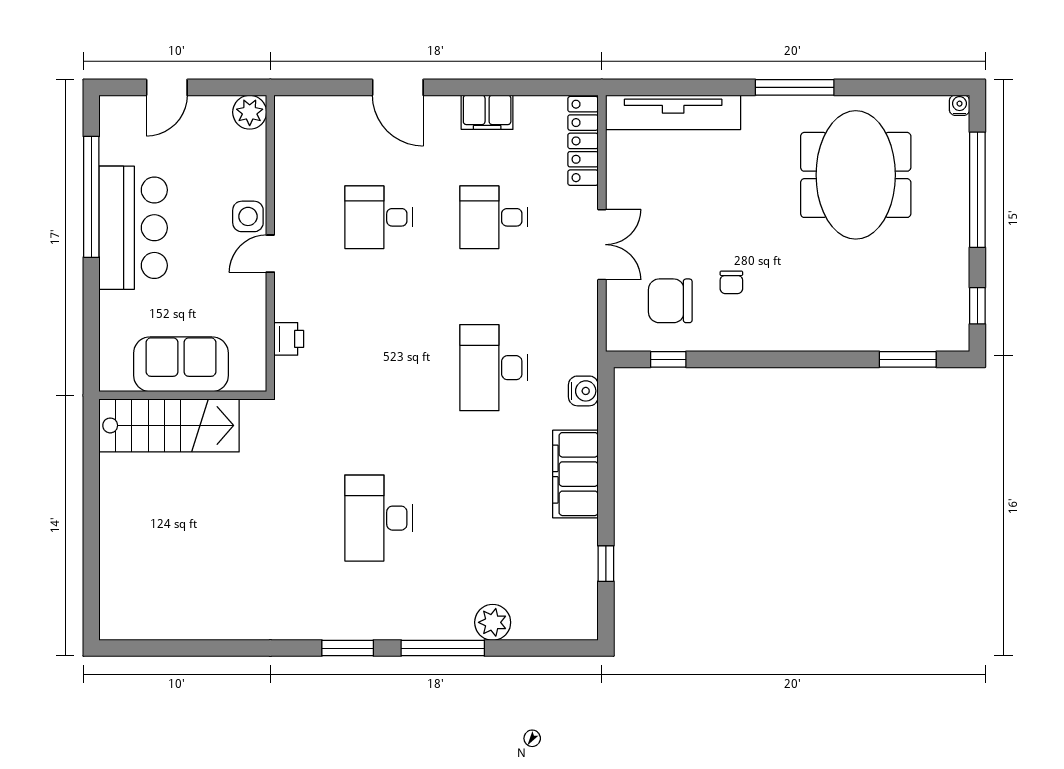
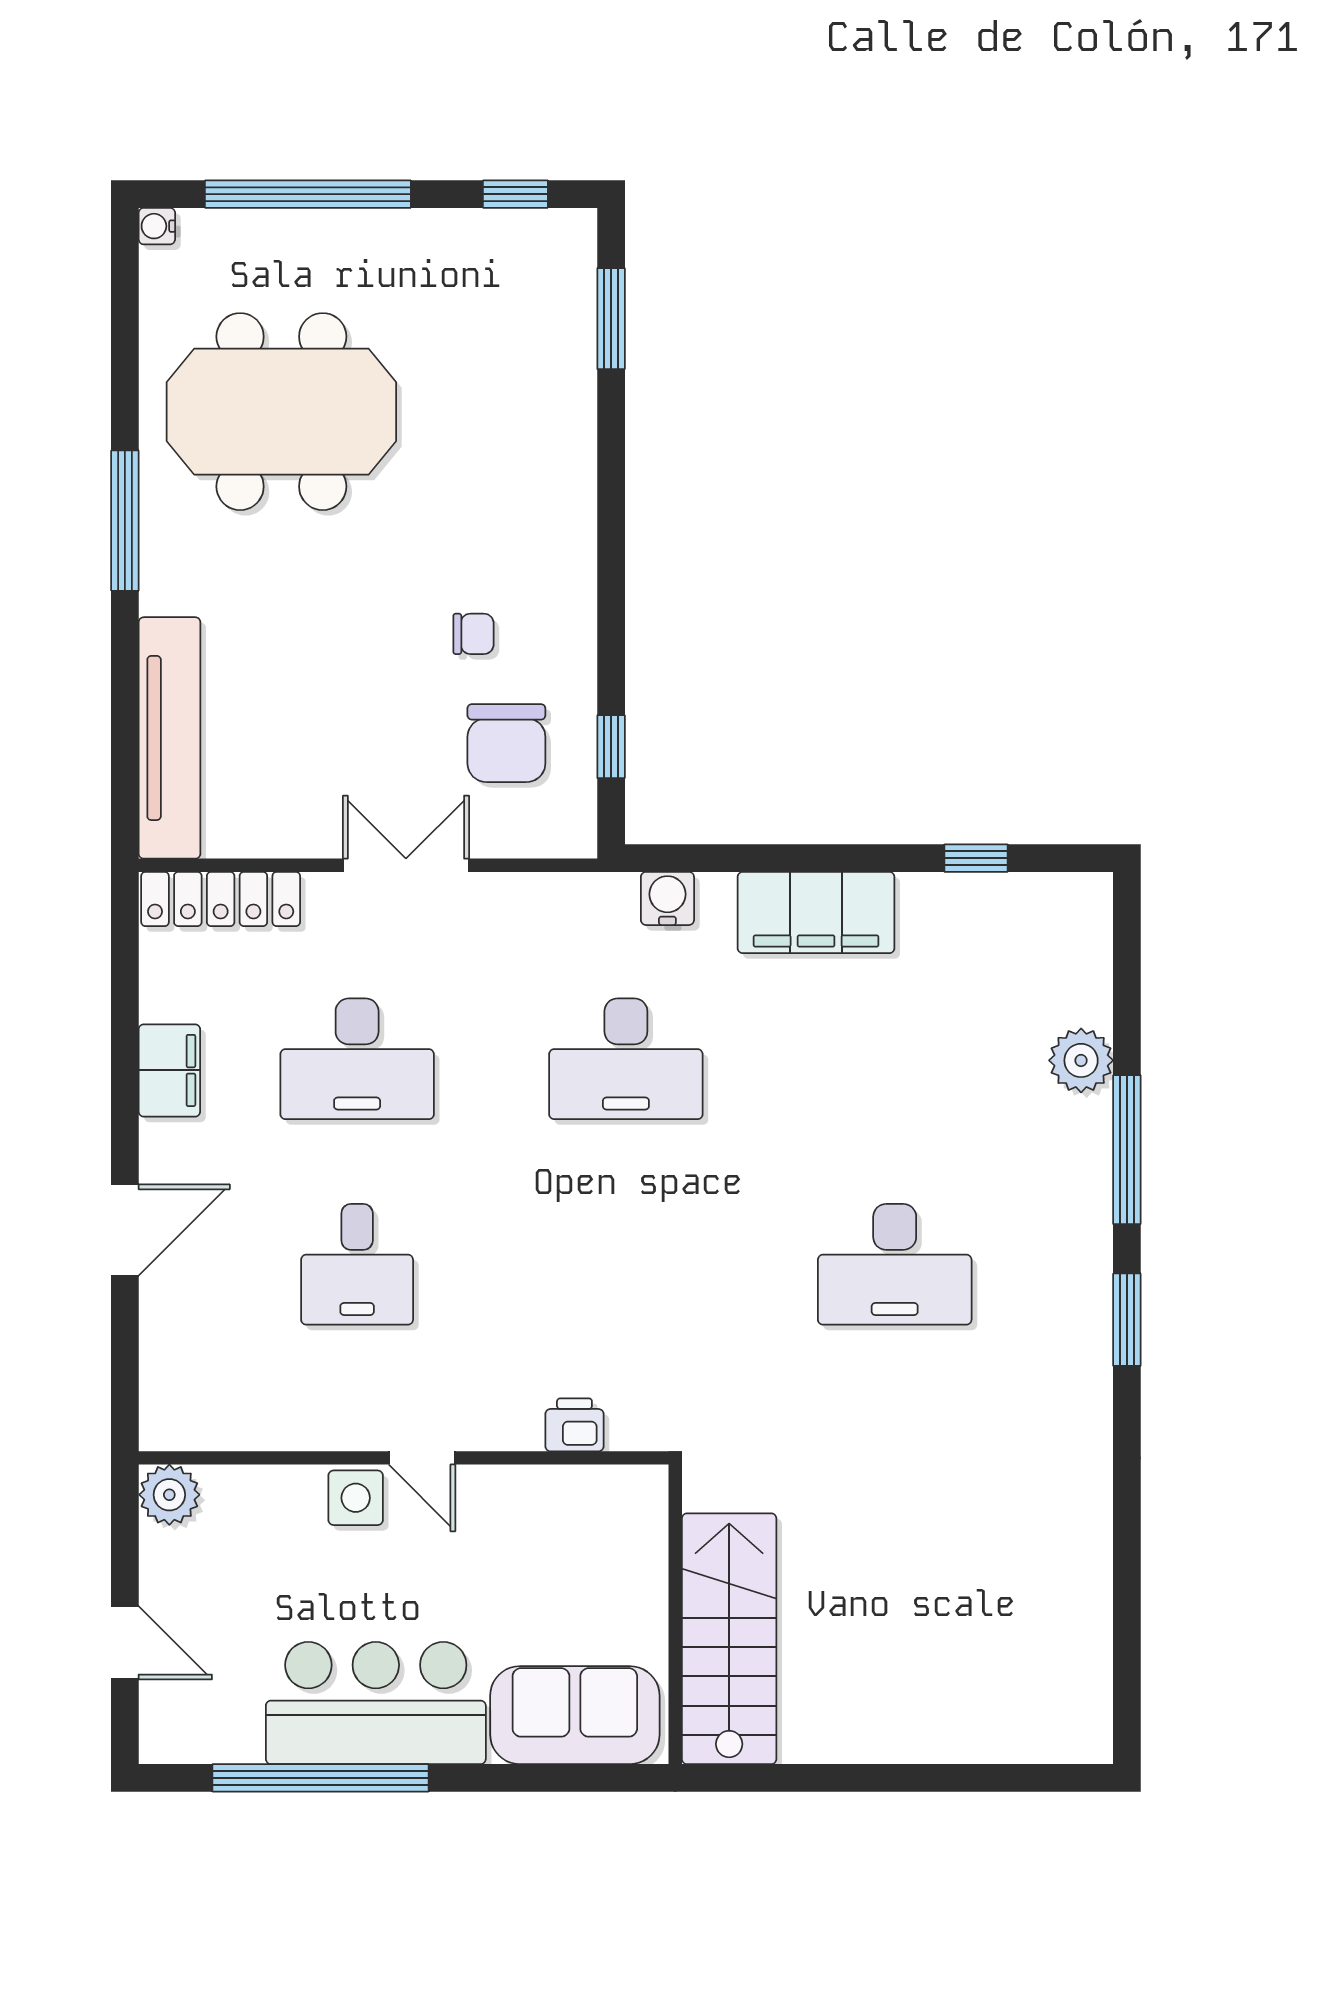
desk: (494, 217) -> (357, 1059), width x1.37
sofa: (181, 364) -> (575, 1715), moved, turned 90

